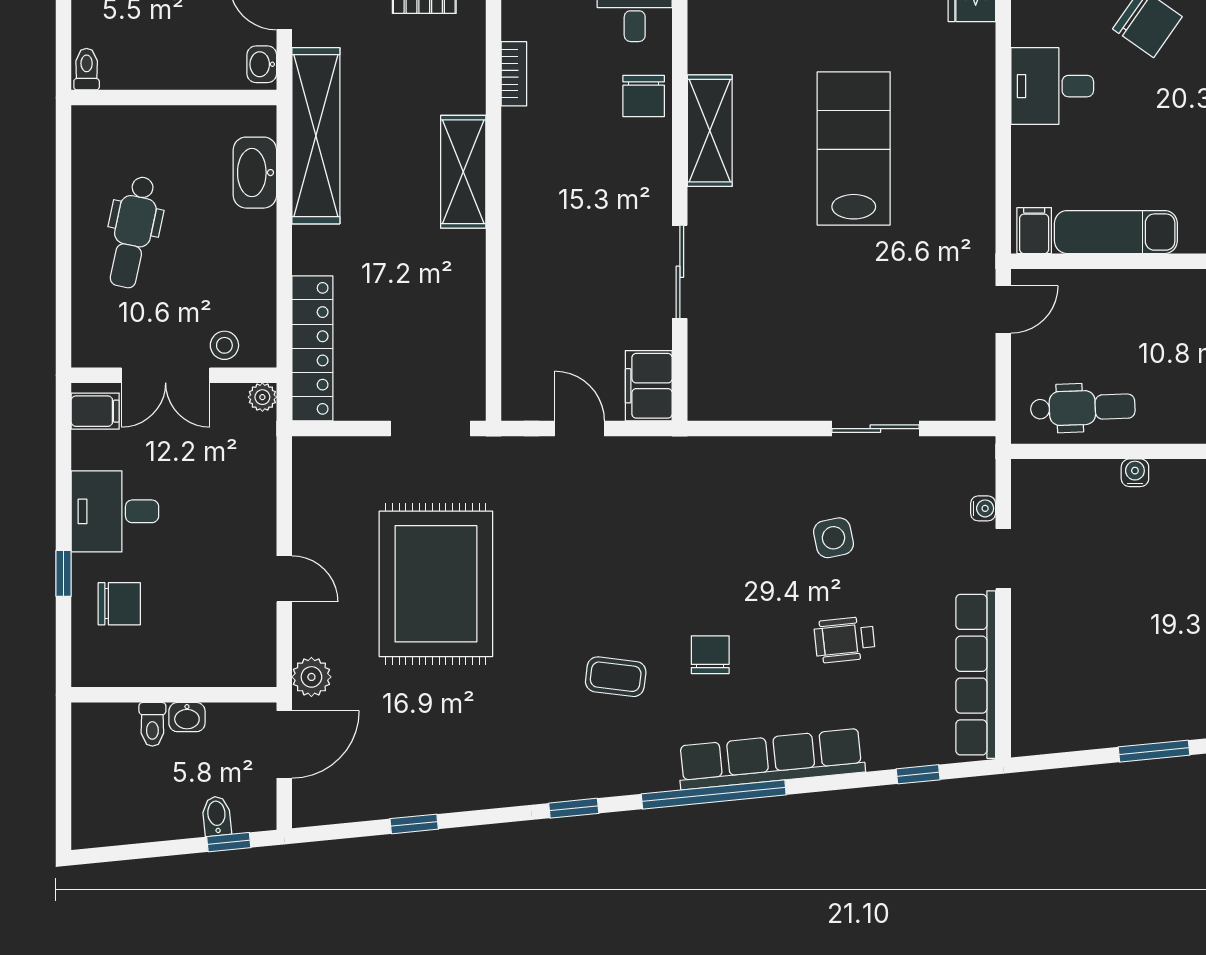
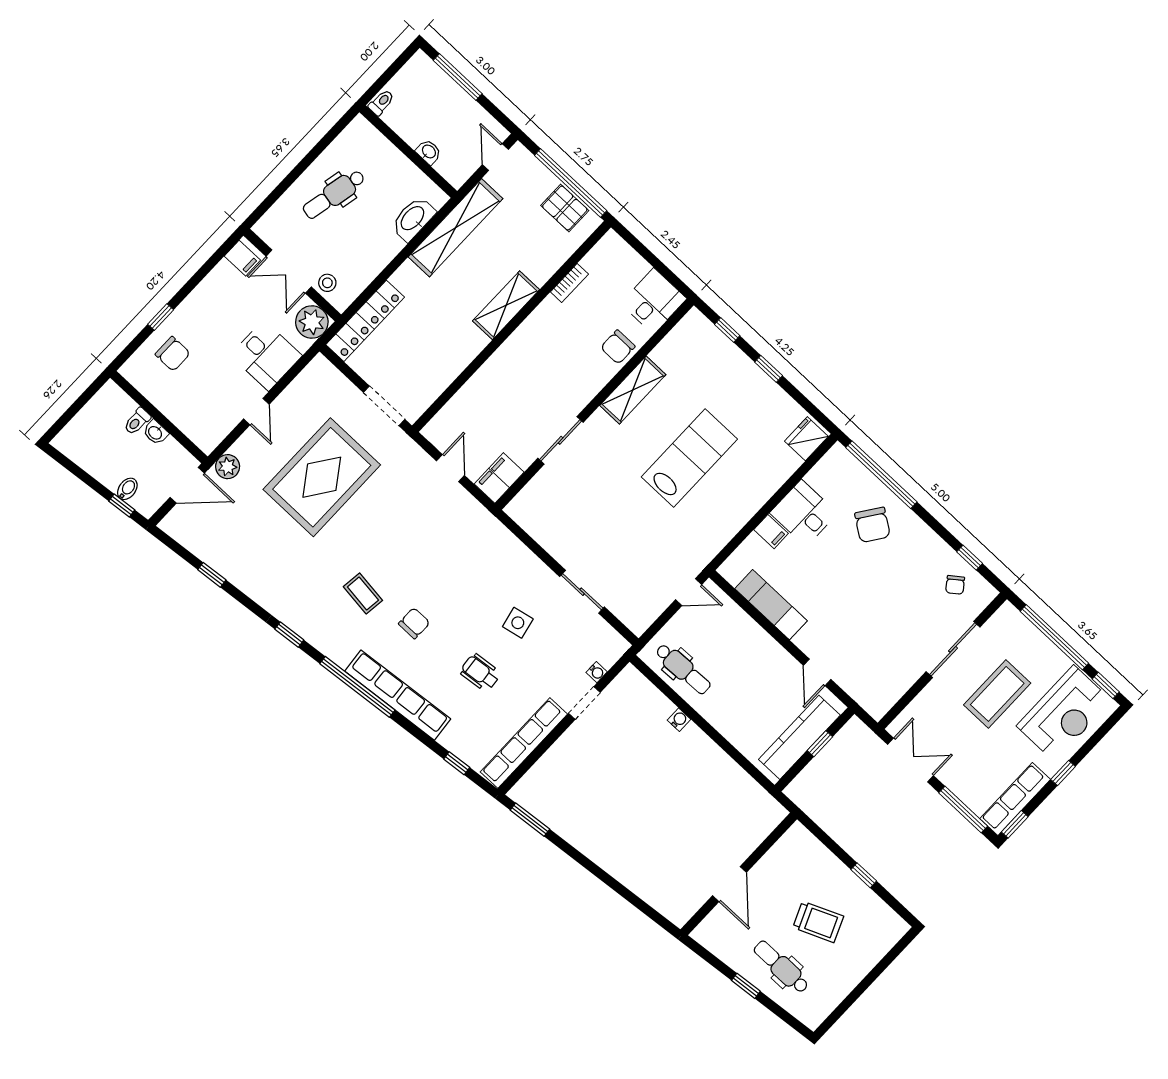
washbasin: (262, 64) -> (429, 152), moved, turned 90
filing cabinet: (1034, 231) -> (771, 532), moved, turned 90
plant: (262, 397) -> (312, 322), width x1.88, depth x1.88
desk: (115, 511) -> (266, 355), moved, turned 180
window: (1154, 751) -> (530, 820), moved

